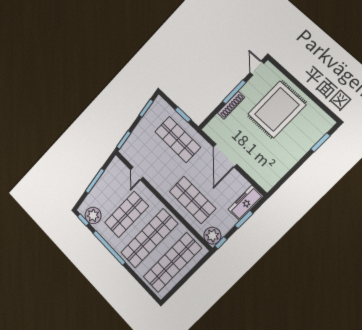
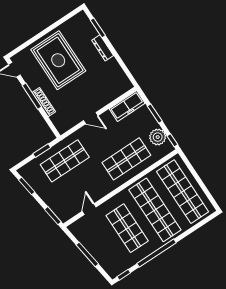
dresser: (300, 152) -> (103, 48), added
door: (225, 156) -> (91, 118), width x0.53
door: (137, 173) -> (89, 209), swing flipped
freezer: (246, 203) -> (127, 106), moved, turned -90
plant: (93, 215) -> (121, 263), removed
plant: (212, 236) -> (158, 137), moved

